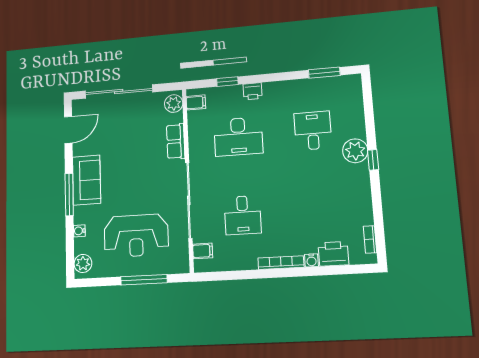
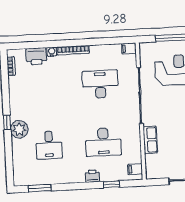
plant: (174, 104) -> (152, 169), removed
desk: (238, 137) -> (103, 142), turned 180
desk: (243, 215) -> (100, 84), width x1.37
filing cabinet: (203, 251) -> (129, 48), moved

